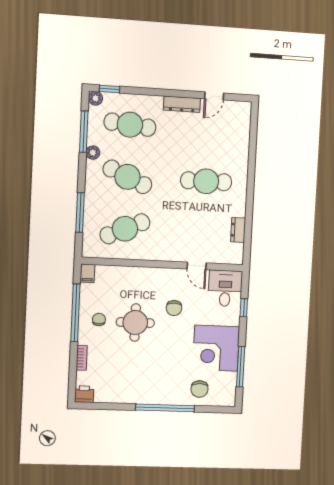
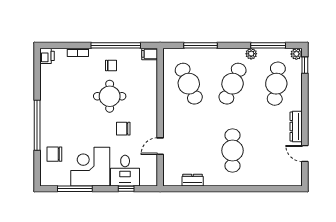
desk: (225, 288) -> (125, 171), moved, turned 90

